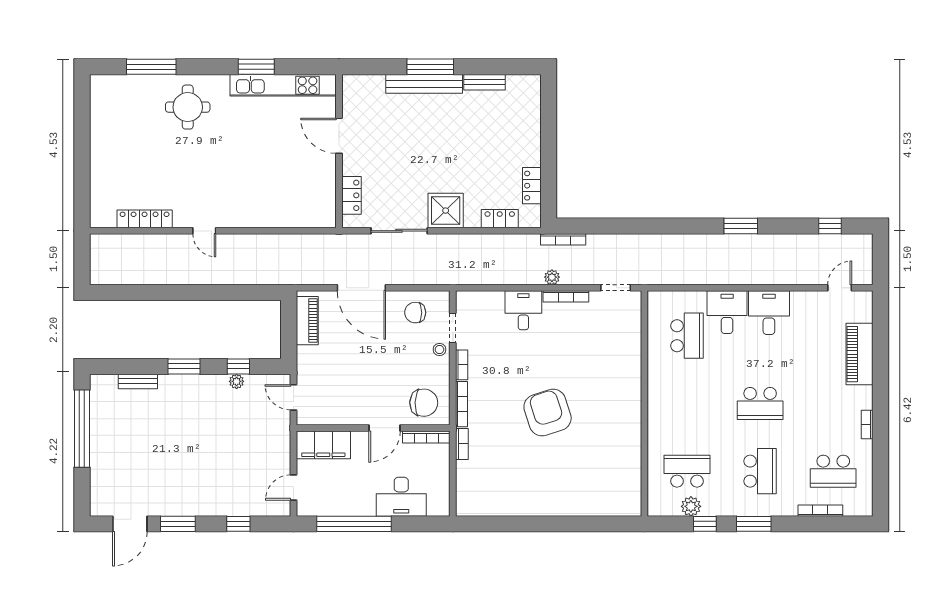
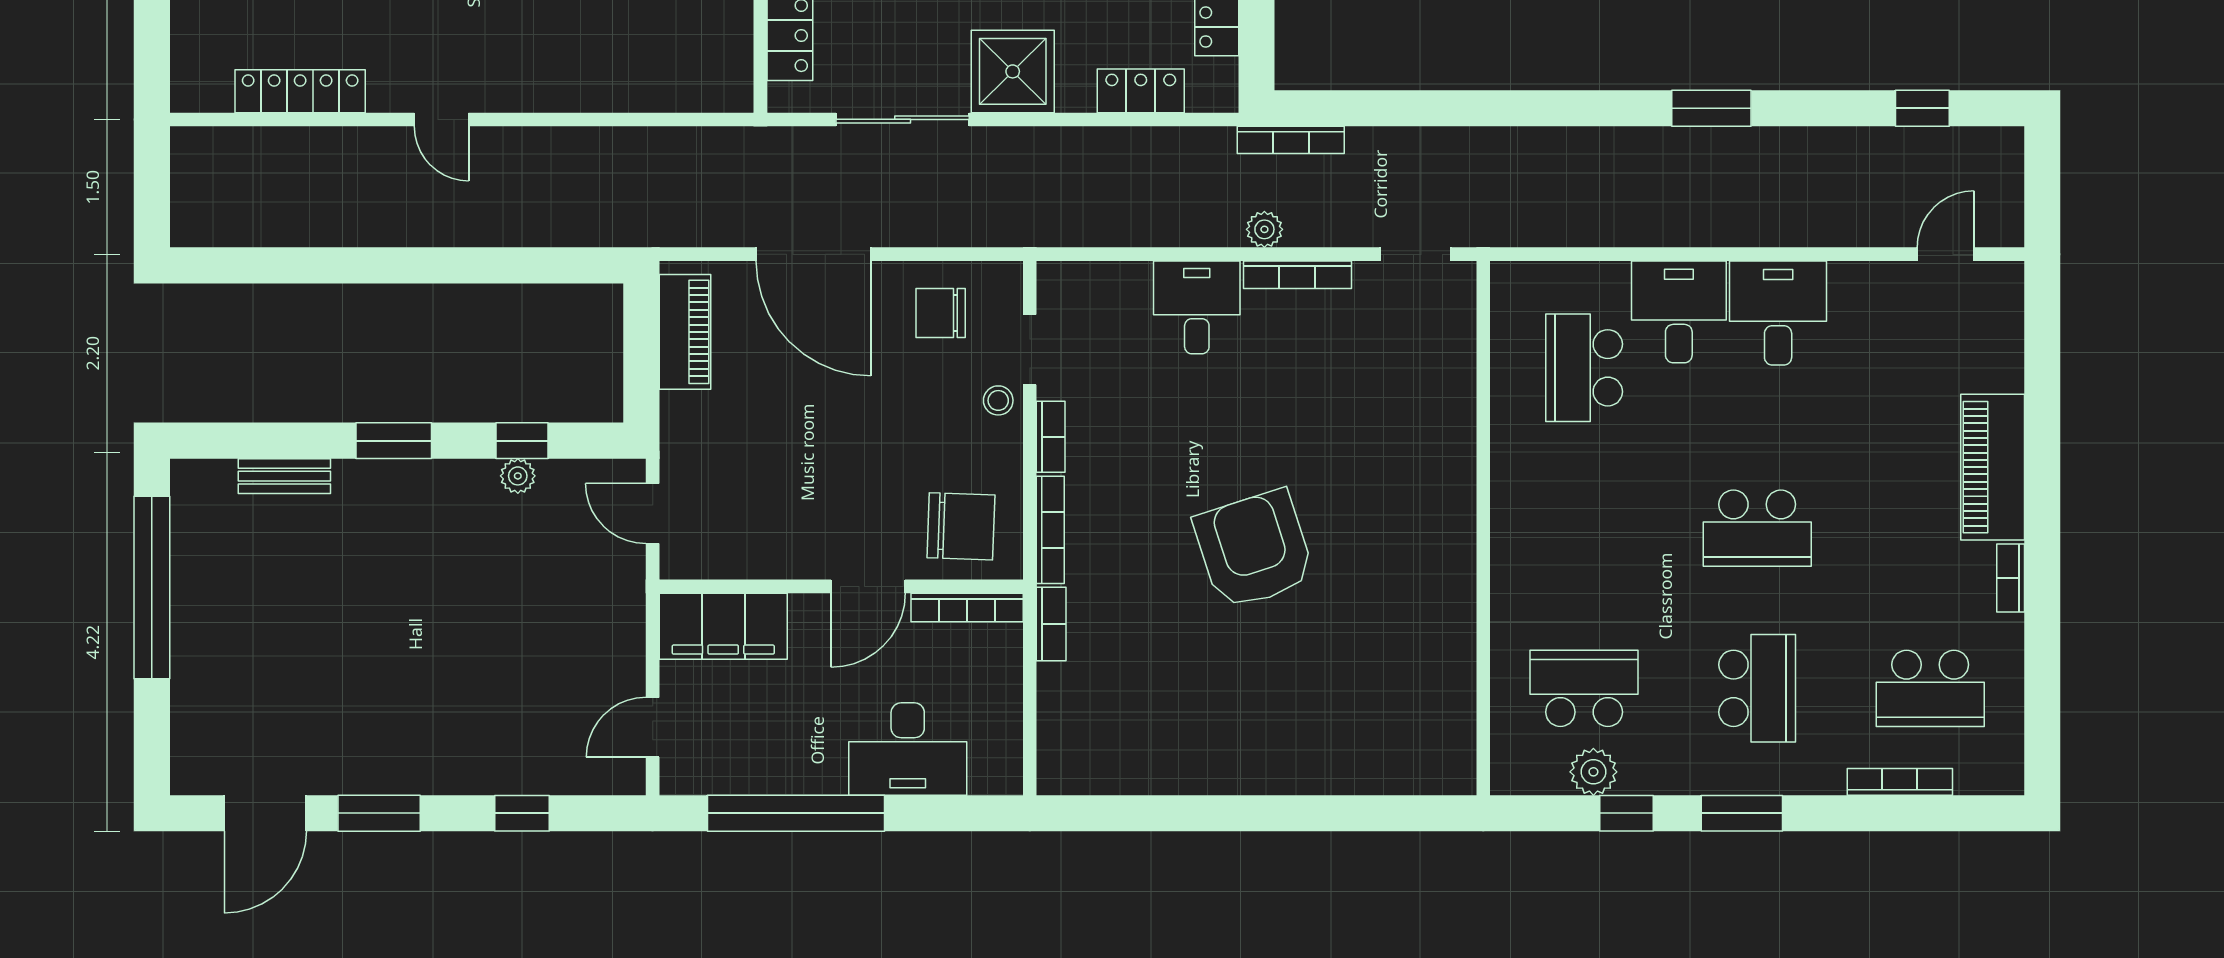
school desk: (687, 336) -> (1584, 368), turned 180
piano: (860, 354) -> (1993, 467), moved

